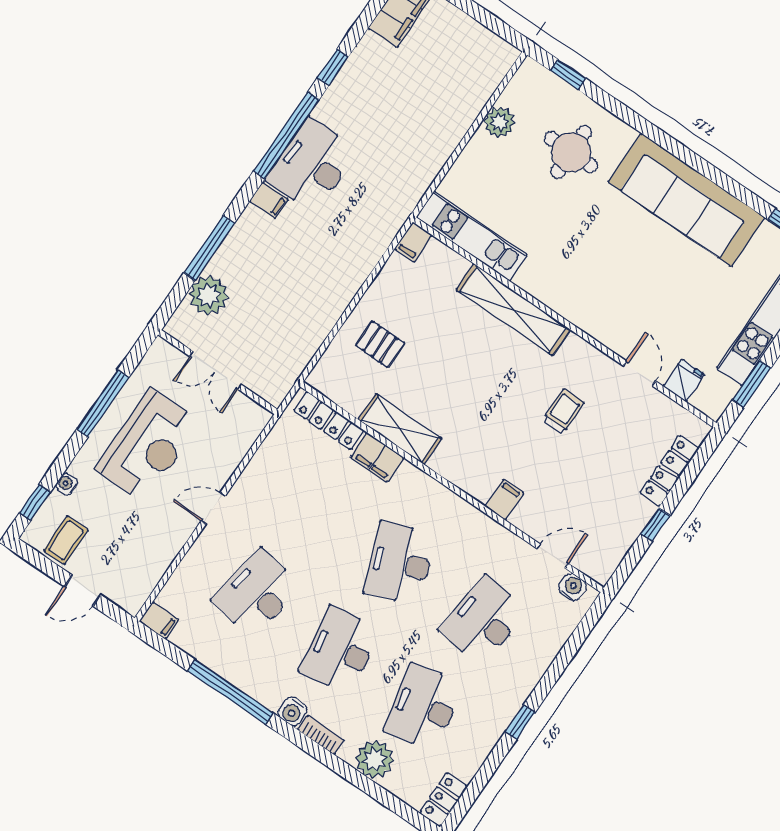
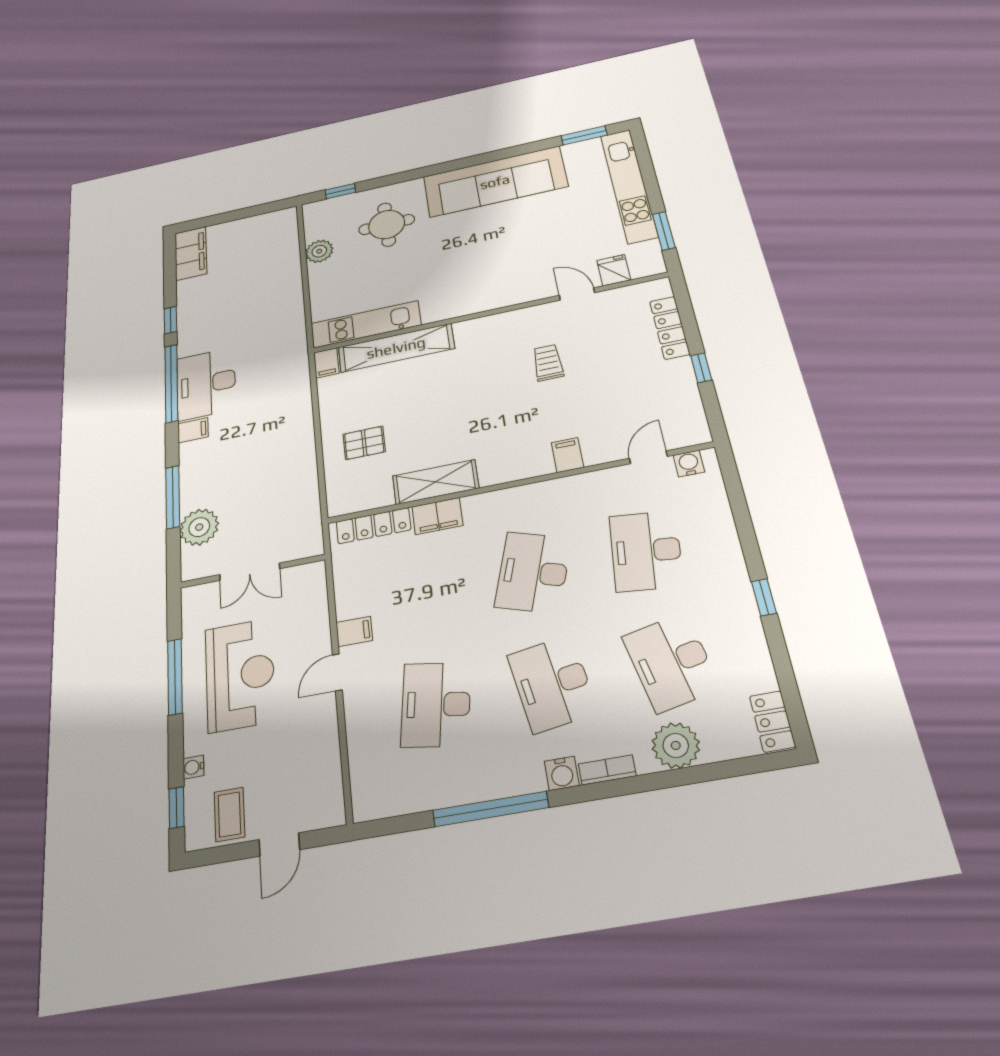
shelving: (513, 310) -> (396, 348), moved
desk: (400, 563) -> (533, 572), turned 39
filing cabinet: (159, 620) -> (354, 631), moved

